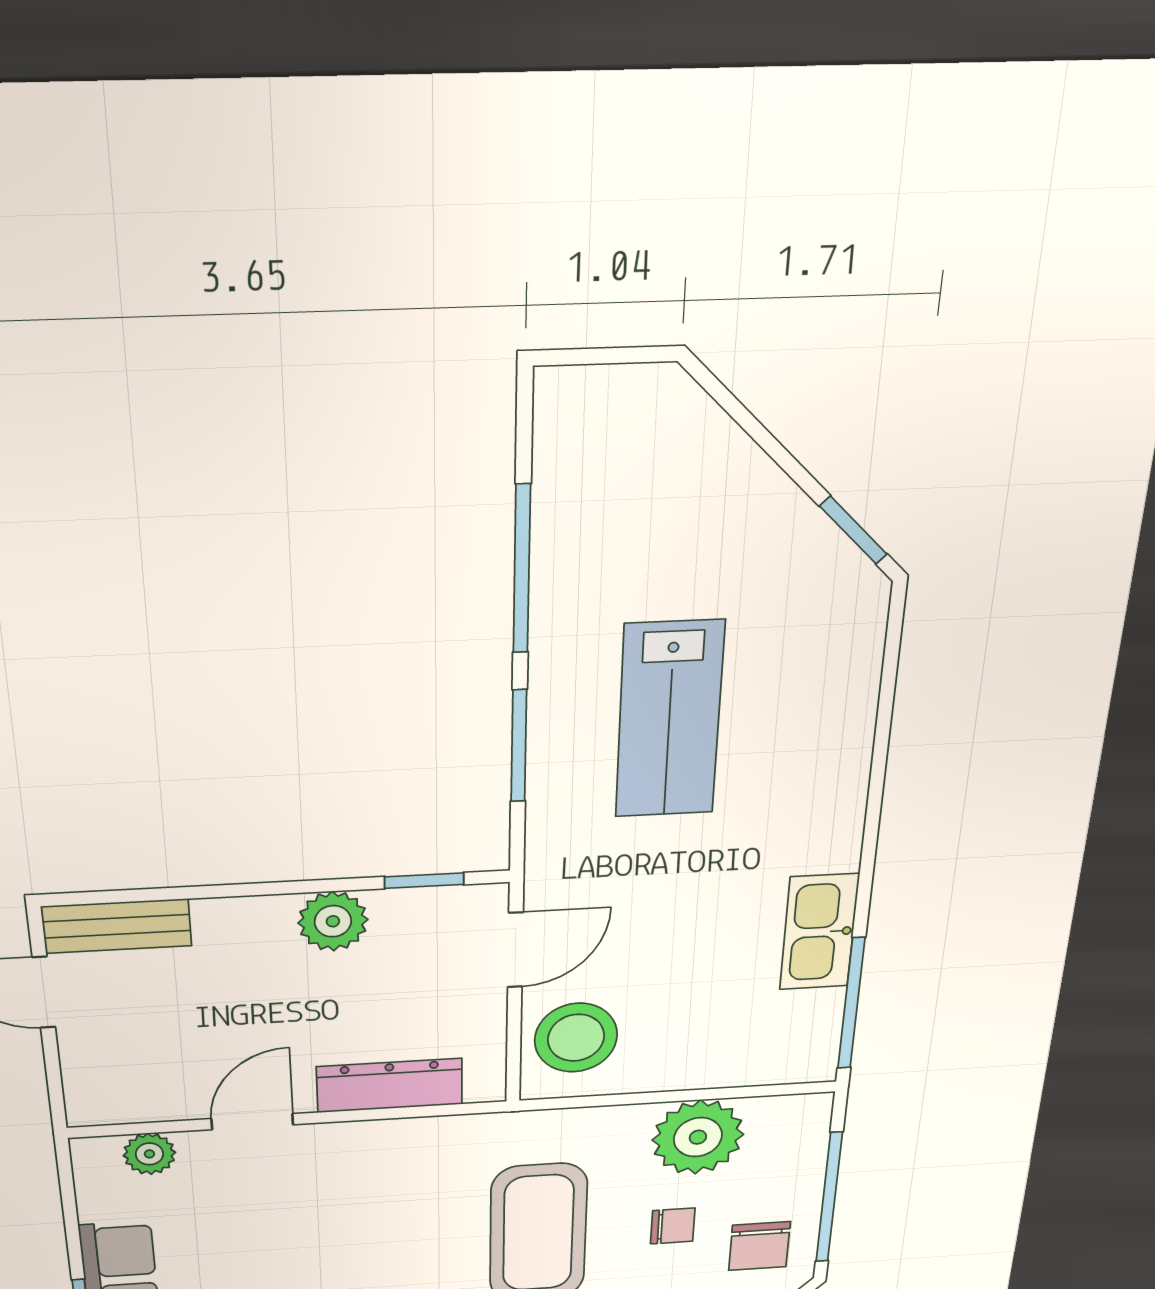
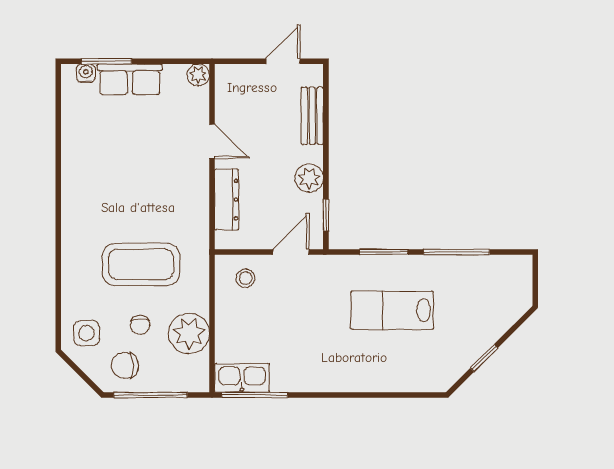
window: (853, 530) -> (484, 358), moved
bench: (117, 926) -> (312, 116), moved
kitchen sink: (819, 932) -> (242, 378), moved
door: (515, 950) -> (291, 252), swing flipped
stool: (576, 1038) -> (246, 278), width x0.53, depth x0.53
plant: (149, 1154) -> (198, 75), moved

